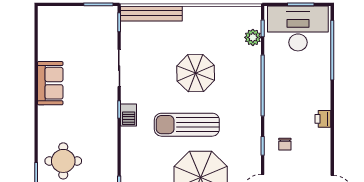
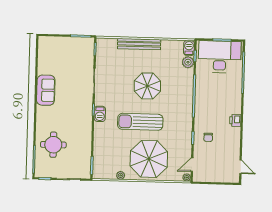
bench: (151, 13) -> (139, 44), moved
barbecue: (254, 17) -> (189, 48), added

